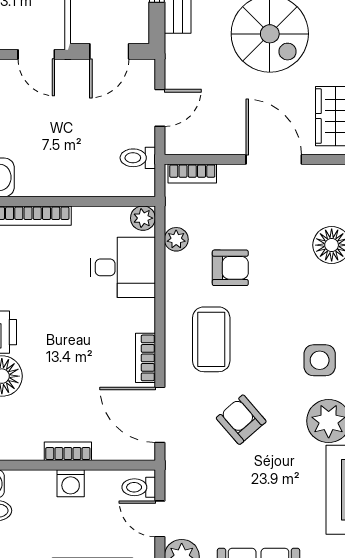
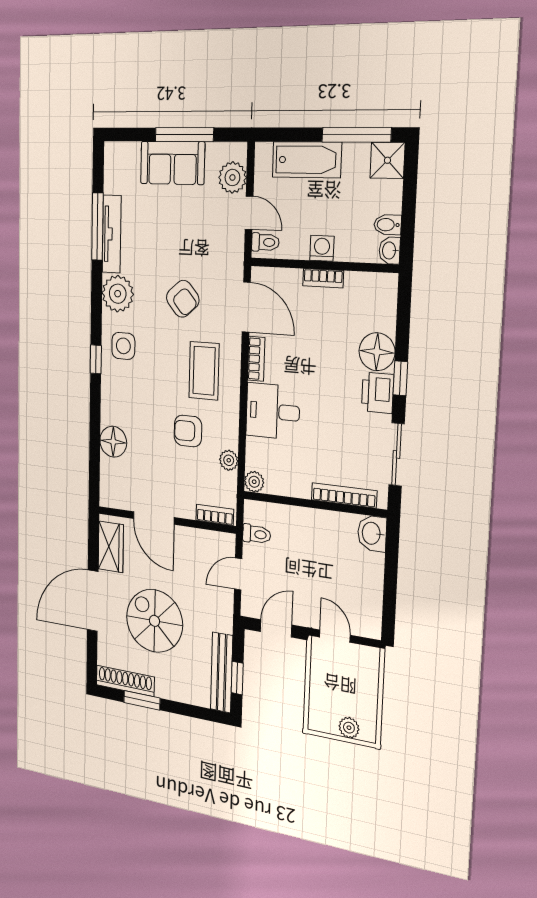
desk: (123, 267) -> (273, 411), moved

